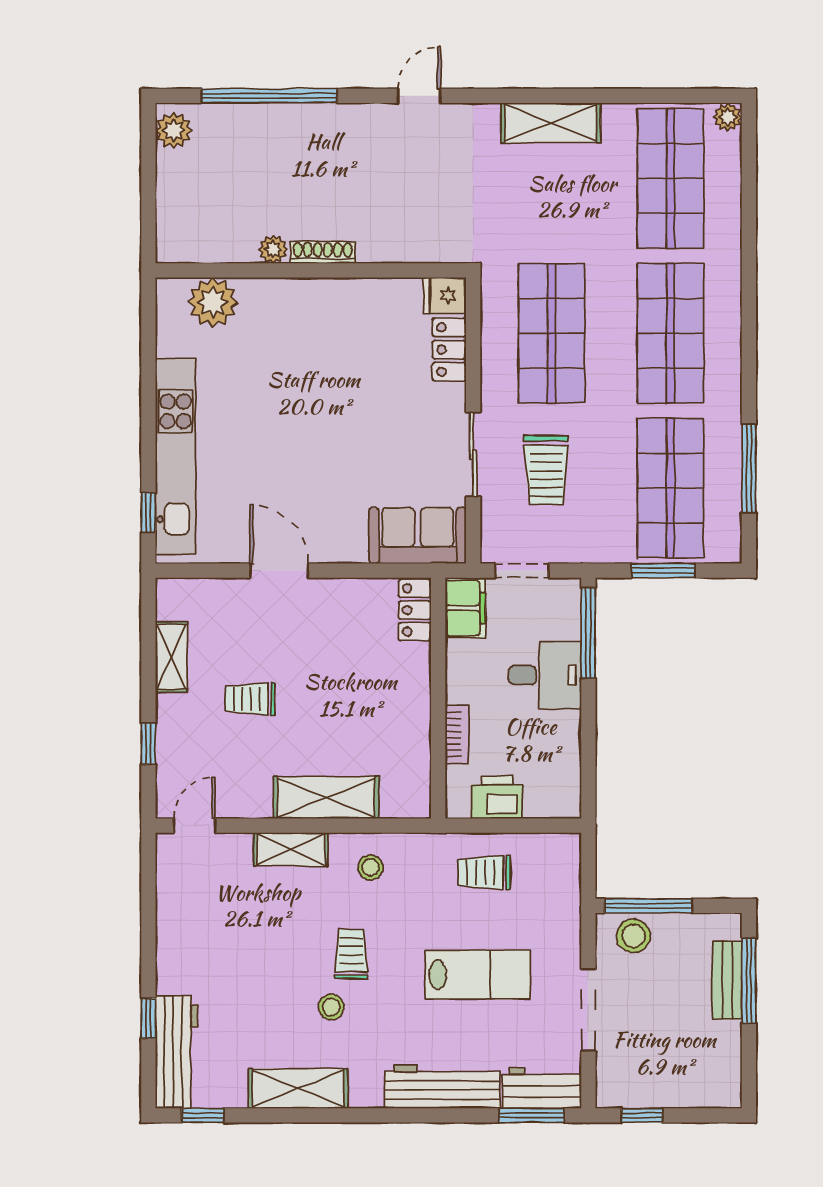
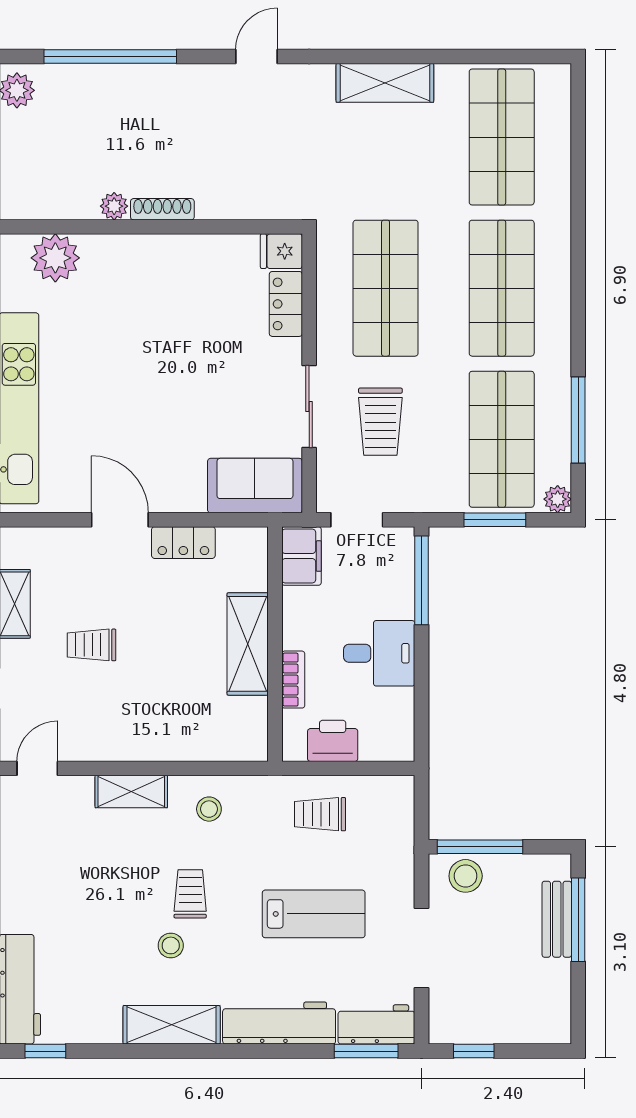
plant: (728, 117) -> (558, 499), moved
locker: (415, 610) -> (183, 543), moved, turned -90
desk: (545, 675) -> (379, 653), moved
shelving: (326, 798) -> (248, 644), moved, turned 90
shelving: (298, 1088) -> (172, 1025), moved

